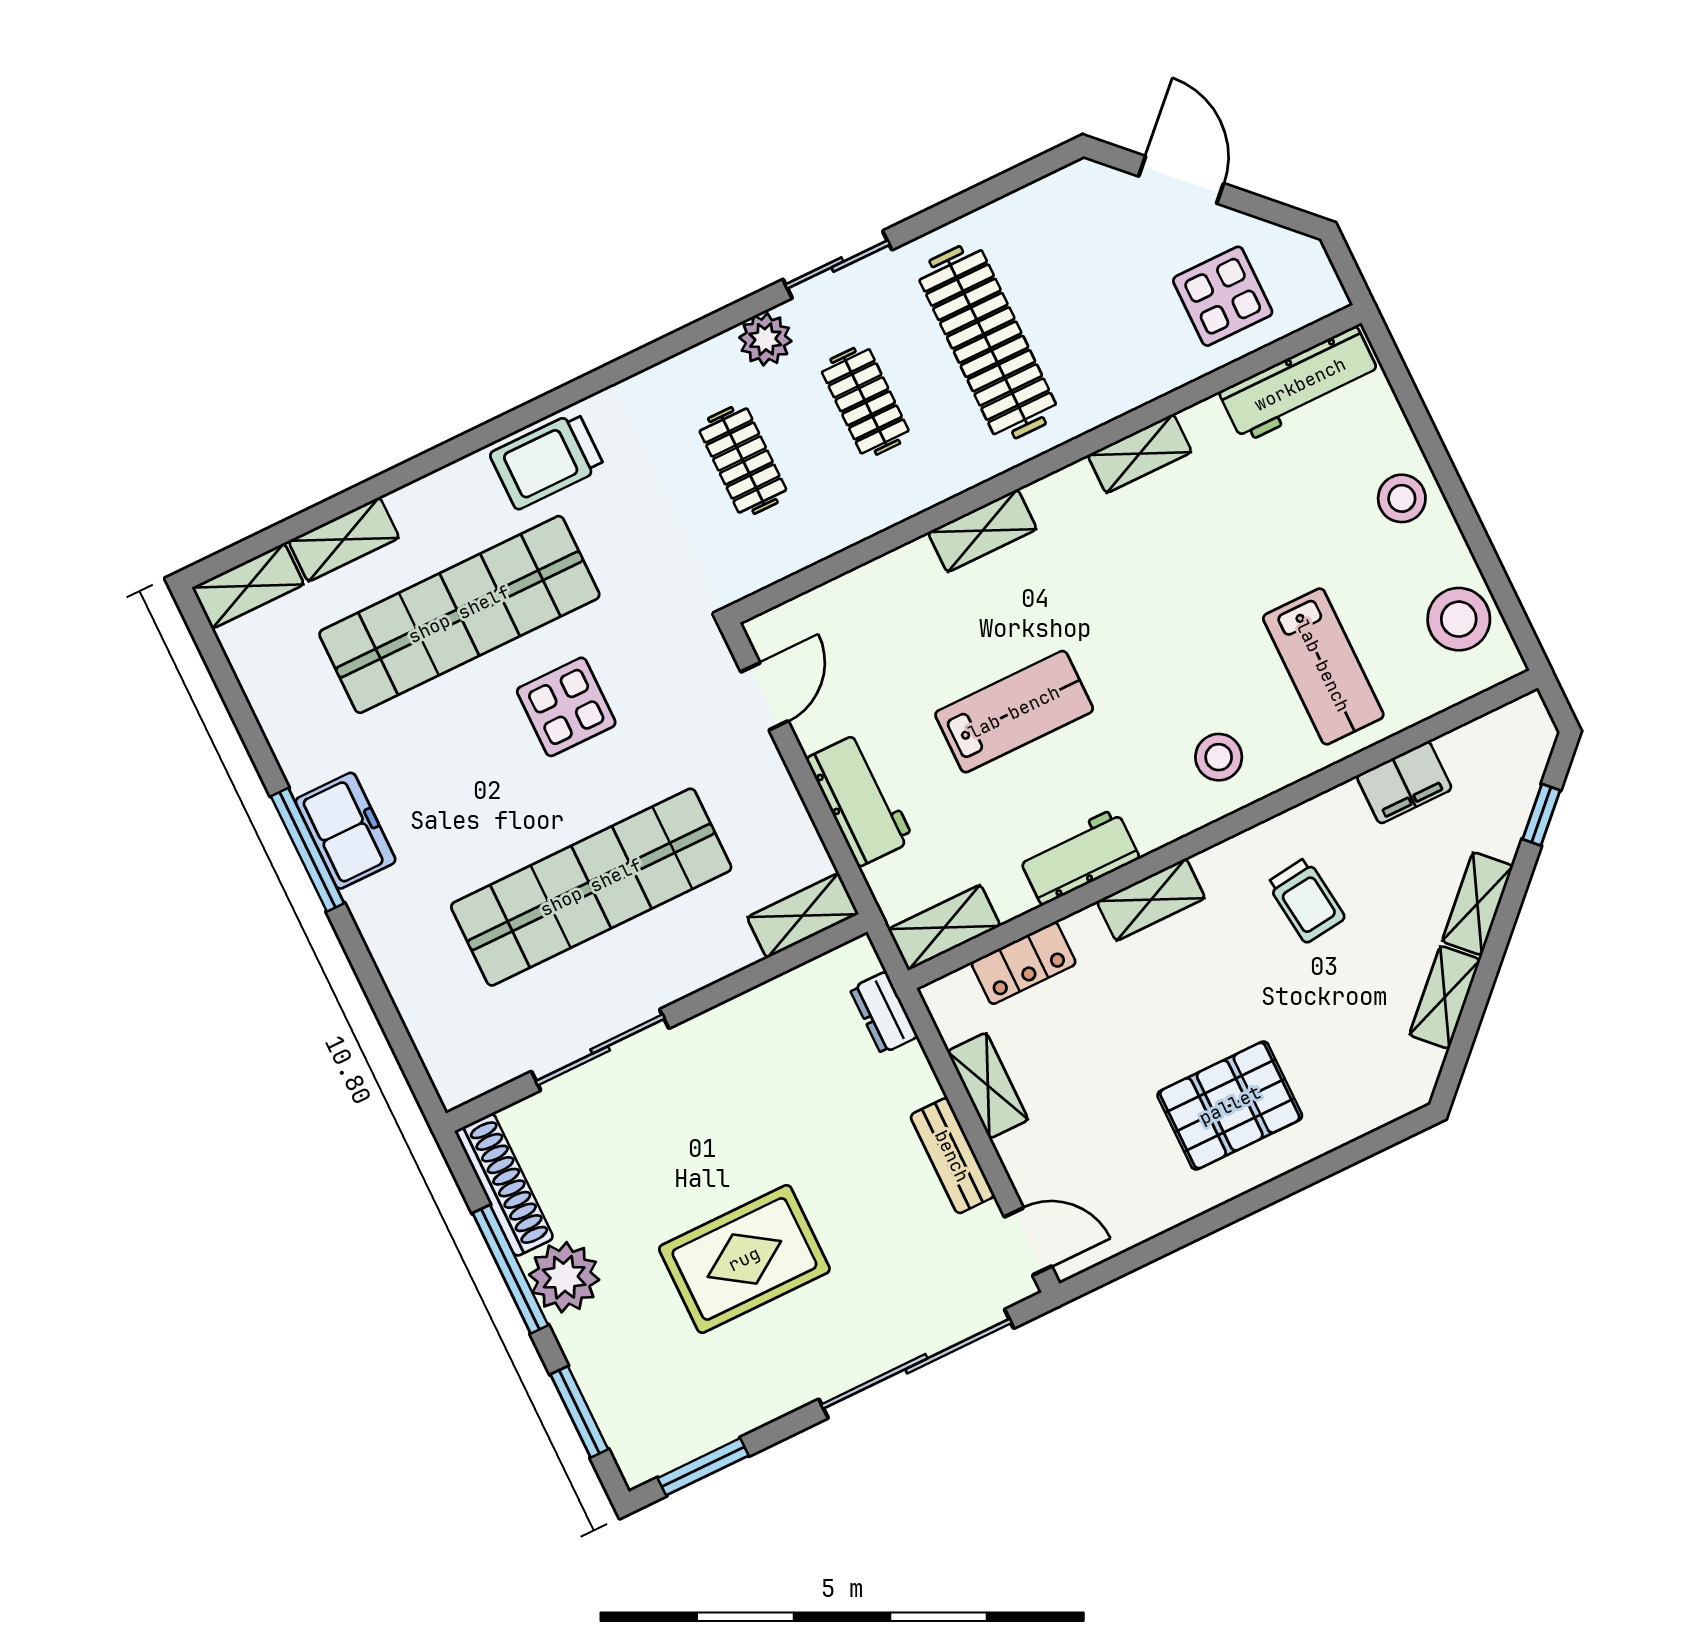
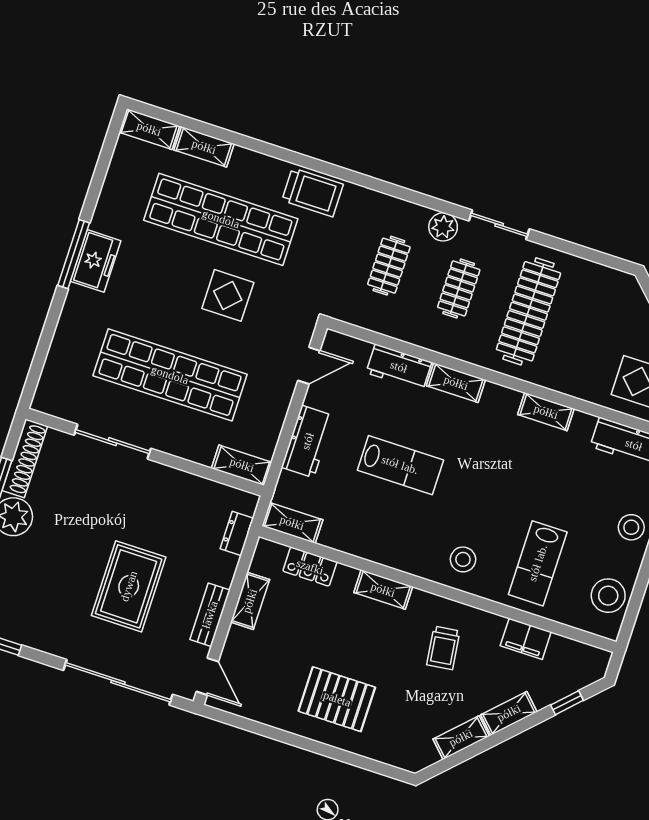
trolley: (547, 461) -> (313, 192), turned 180
workbench: (1079, 857) -> (399, 367), moved, turned 180
rug: (744, 1259) -> (129, 586), moved, turned 90

